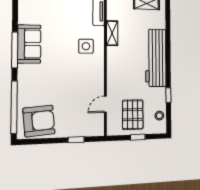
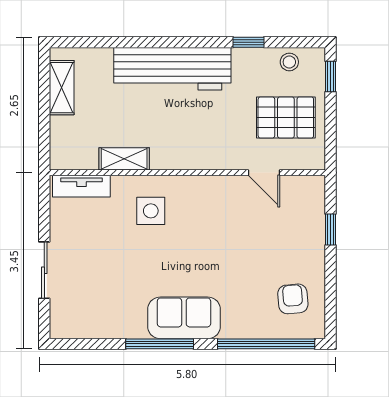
sofa: (29, 44) -> (184, 318), moved
armchair: (39, 121) -> (293, 299), width x0.53, depth x0.53
window: (138, 137) -> (331, 76), moved

